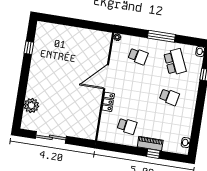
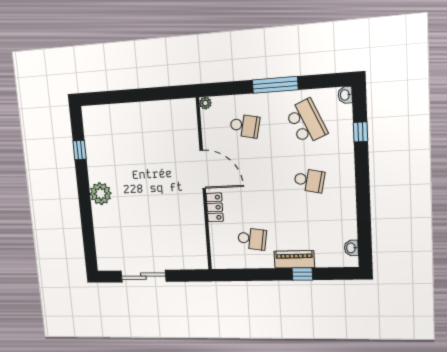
door: (106, 77) -> (203, 169), swing flipped
plant: (31, 105) -> (101, 194), moved

